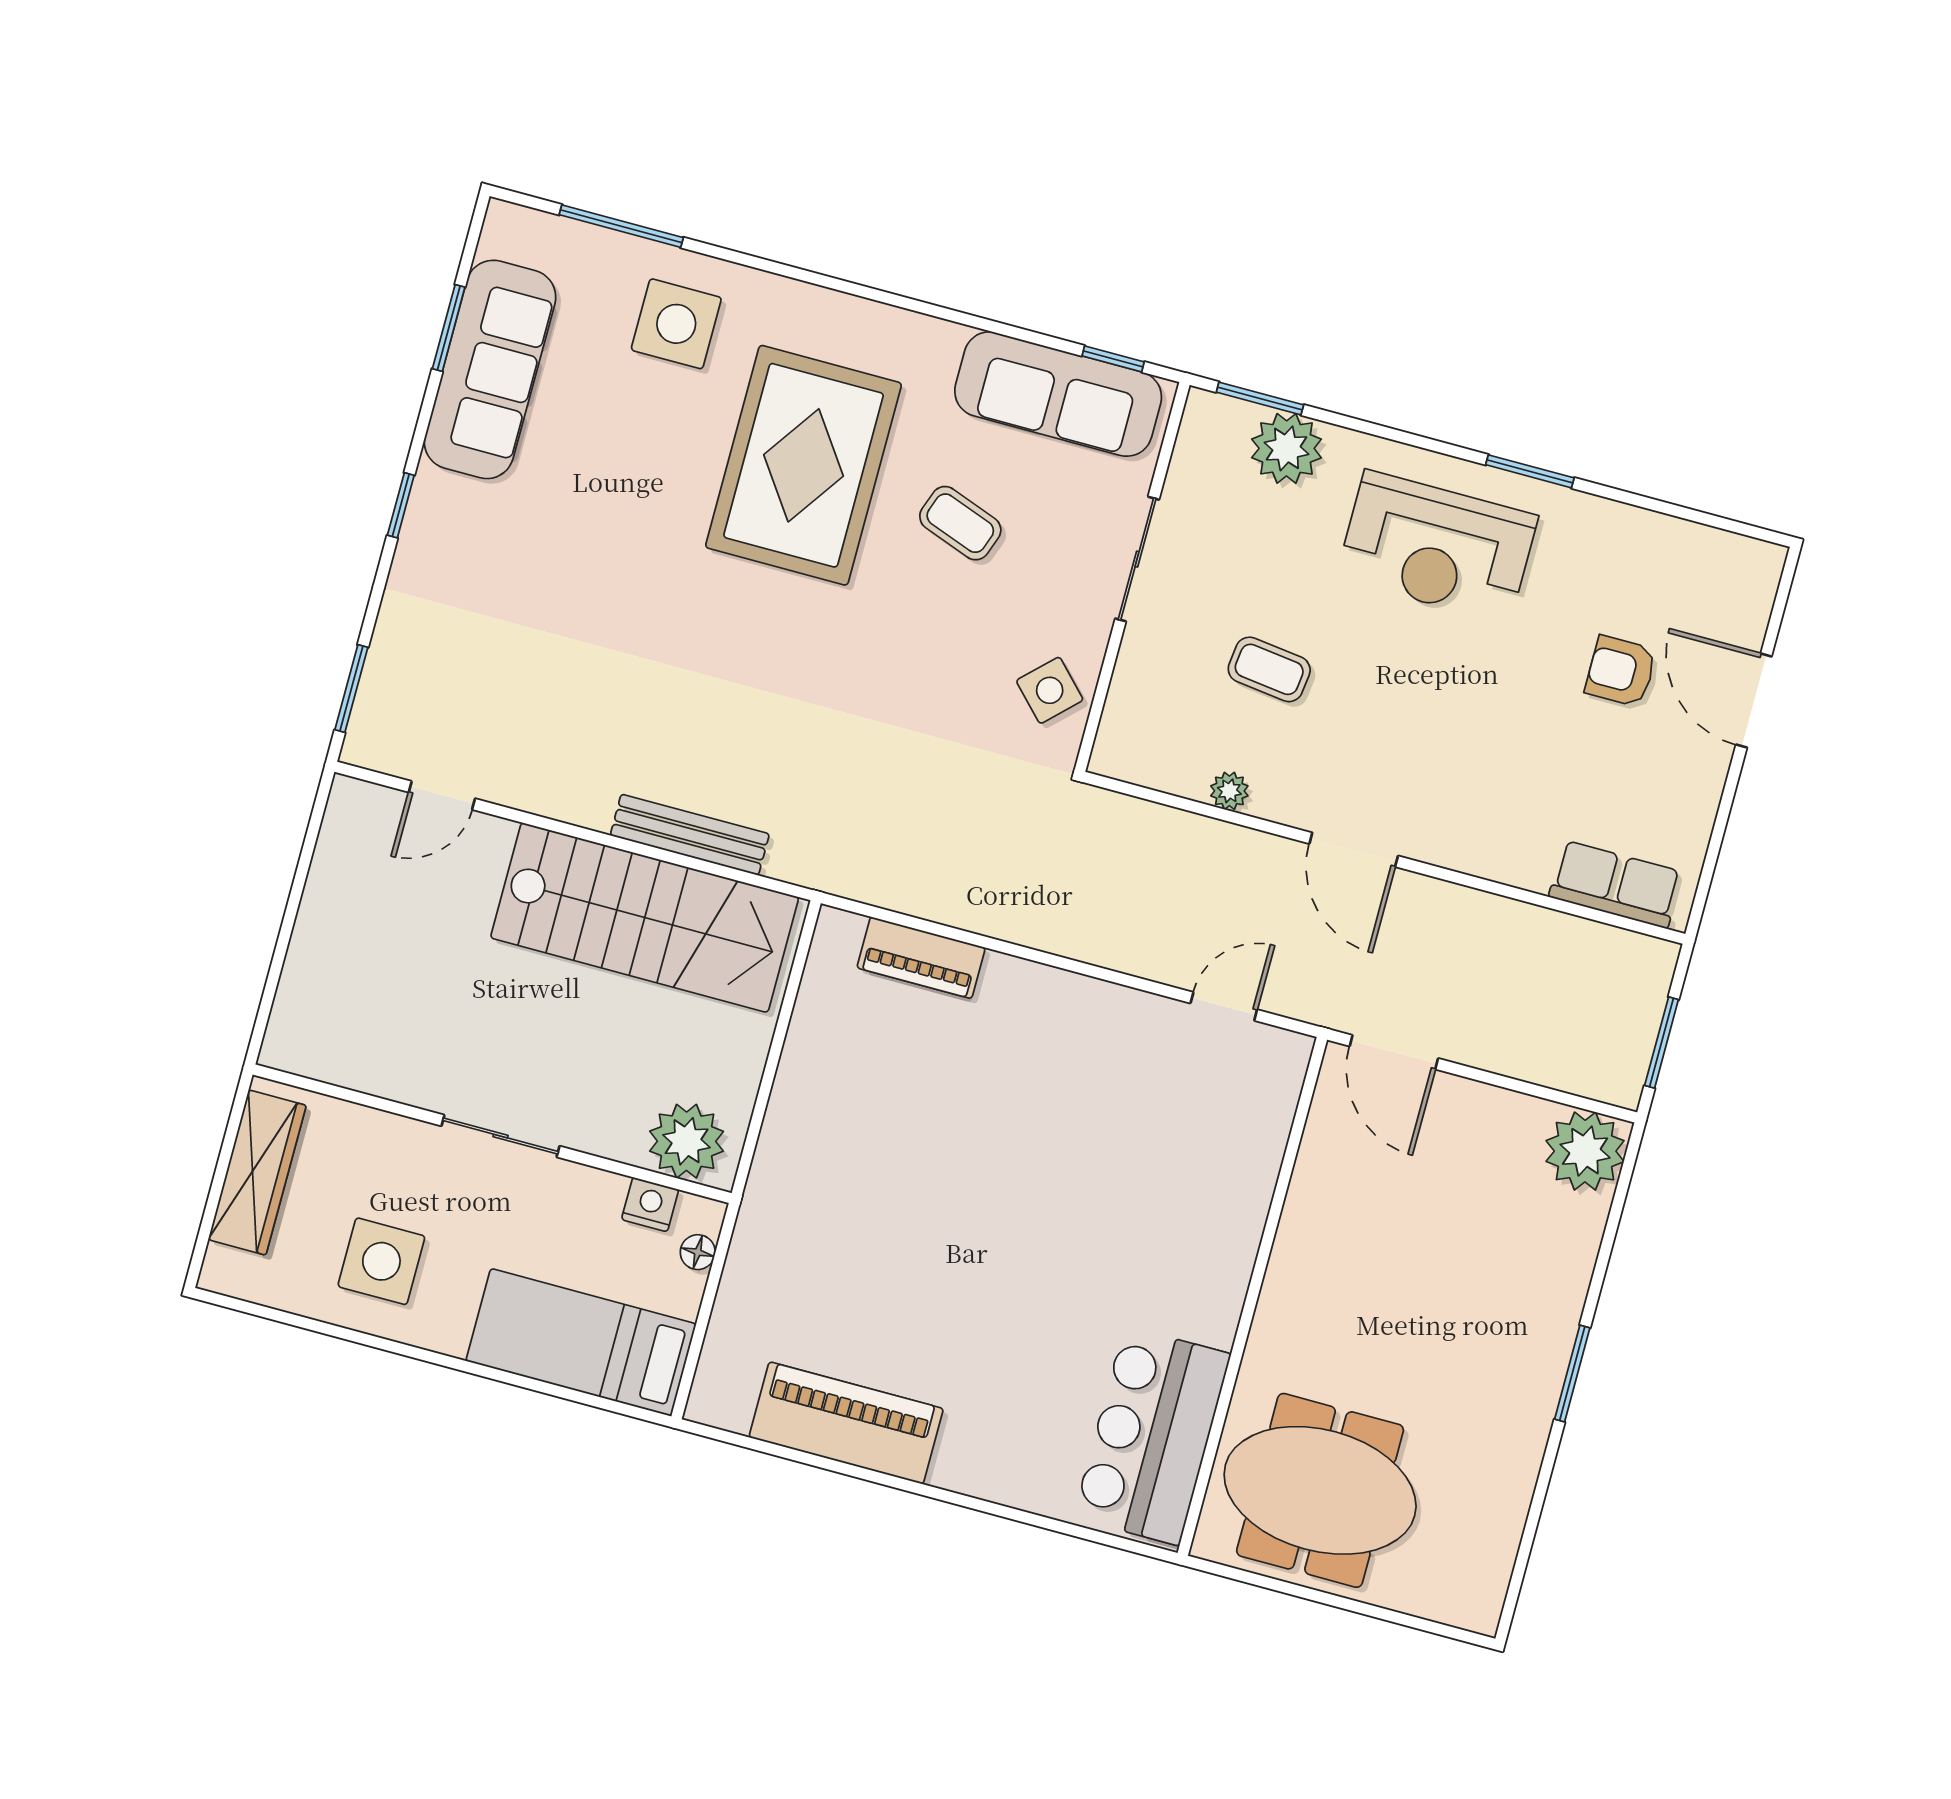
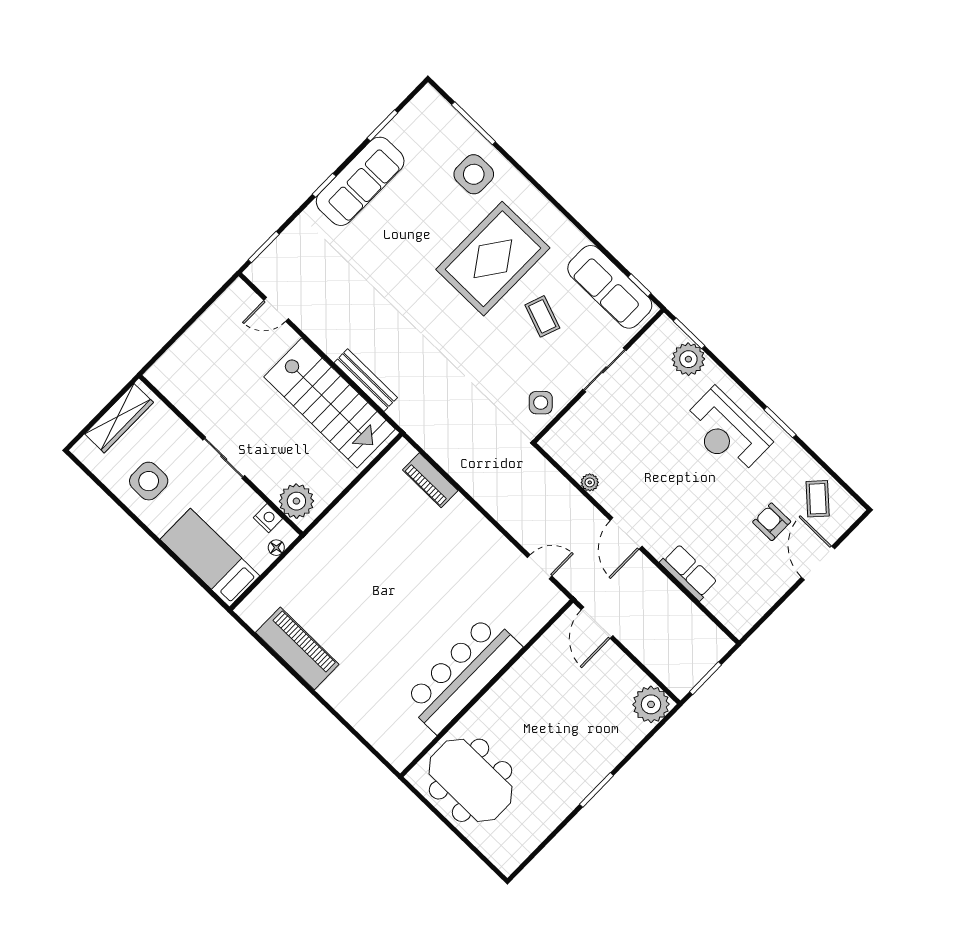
sofa: (490, 369) -> (360, 181), moved
coffee table: (1269, 669) -> (818, 499), moved, turned 36
row of seats: (1616, 884) -> (689, 572), moved
bar counter: (1152, 1436) -> (462, 674), moved, width x1.36

